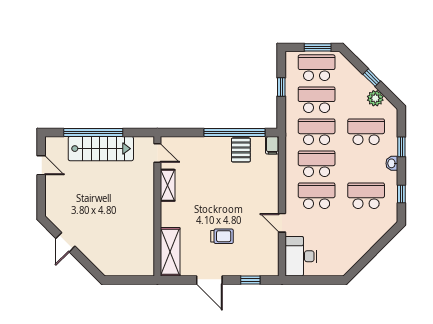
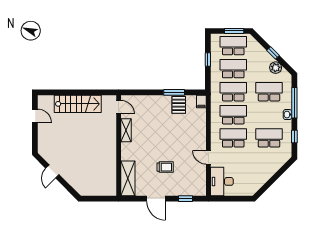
window: (93, 133) -> (72, 92), removed
window: (234, 133) -> (174, 92), width x0.47
window: (401, 147) -> (294, 103), width x2.17

